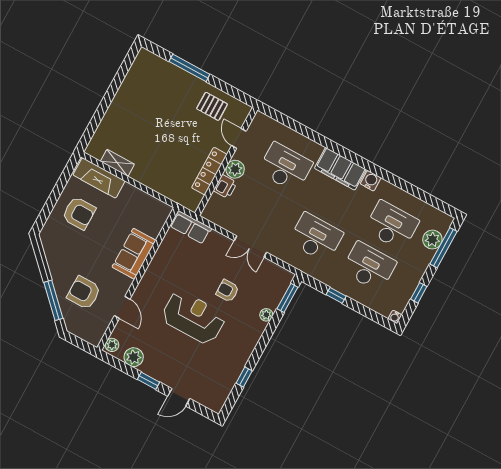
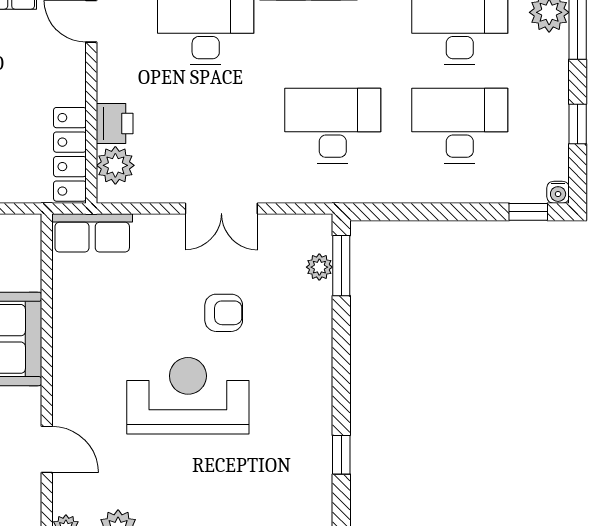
plant: (235, 169) -> (115, 165), moved
locker: (209, 171) -> (70, 154), moved
armchair: (227, 291) -> (224, 313), turned 180
window: (336, 295) -> (528, 212), moved
plant: (266, 315) -> (319, 267), moved

